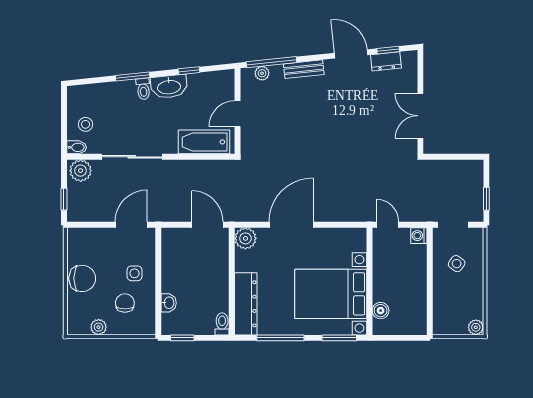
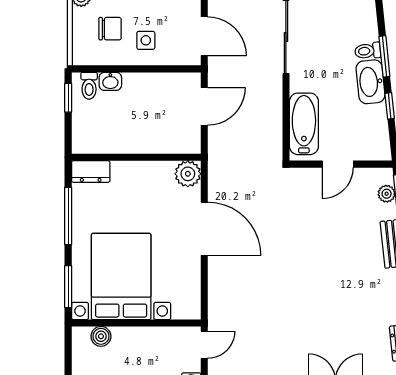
window: (133, 77) -> (384, 56), moved
door: (237, 114) -> (338, 164), swing flipped
door: (207, 225) -> (204, 106), moved
dresser: (246, 304) -> (91, 172), width x0.51, depth x0.80
toilet: (222, 324) -> (89, 86), moved, turned 90

